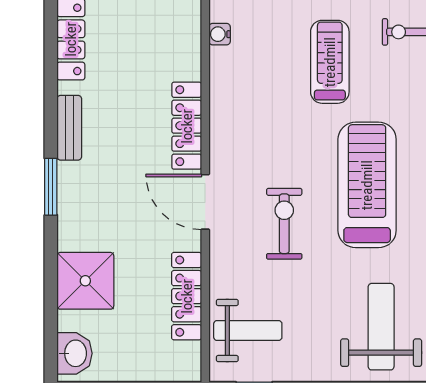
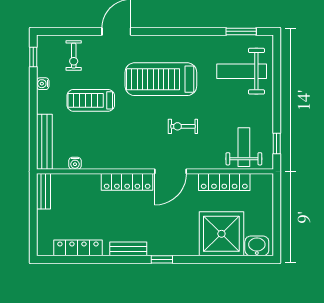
window: (51, 187) -> (162, 259), width x0.67
exercise bike: (284, 224) -> (183, 126), width x0.73, depth x0.72
shower: (85, 281) -> (221, 234), width x1.37, depth x1.37

